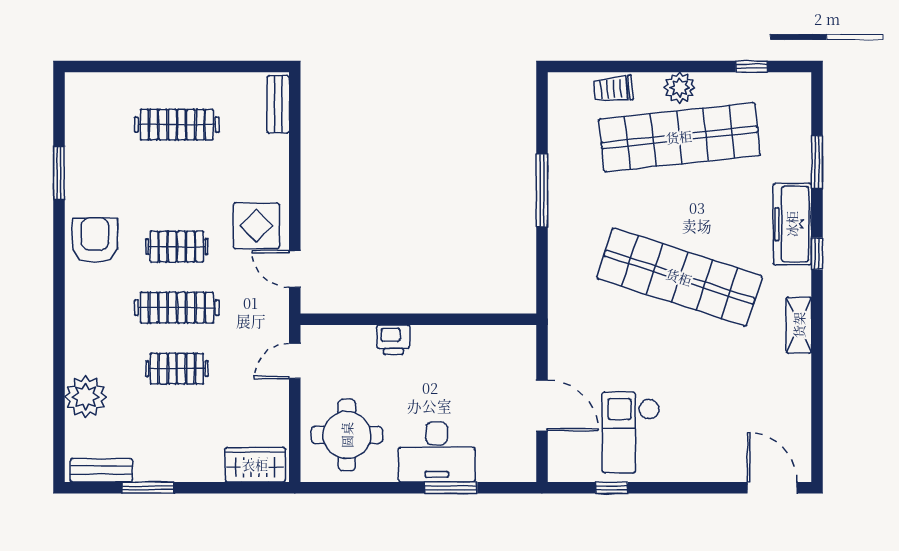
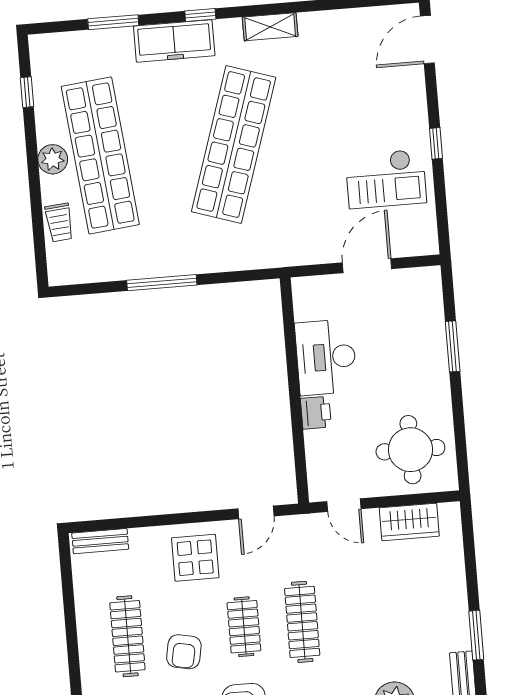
armchair: (156, 182) -> (184, 652), added
display table: (256, 226) -> (195, 558), moved
clothes rail: (177, 369) -> (360, 617), removed
desk: (437, 452) -> (326, 357), moved, turned 180
wardrobe: (255, 465) -> (409, 522), moved, turned -90
window: (612, 488) -> (436, 143), moved

